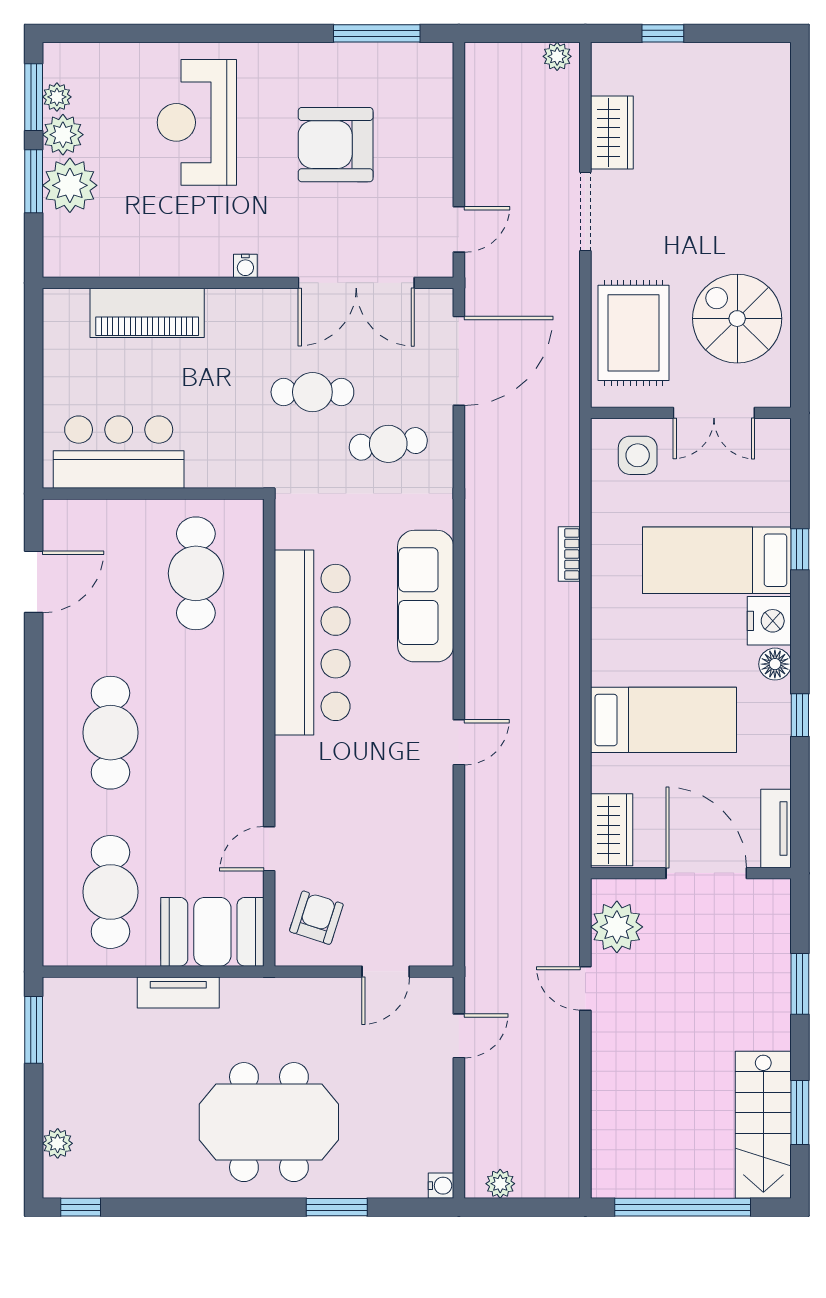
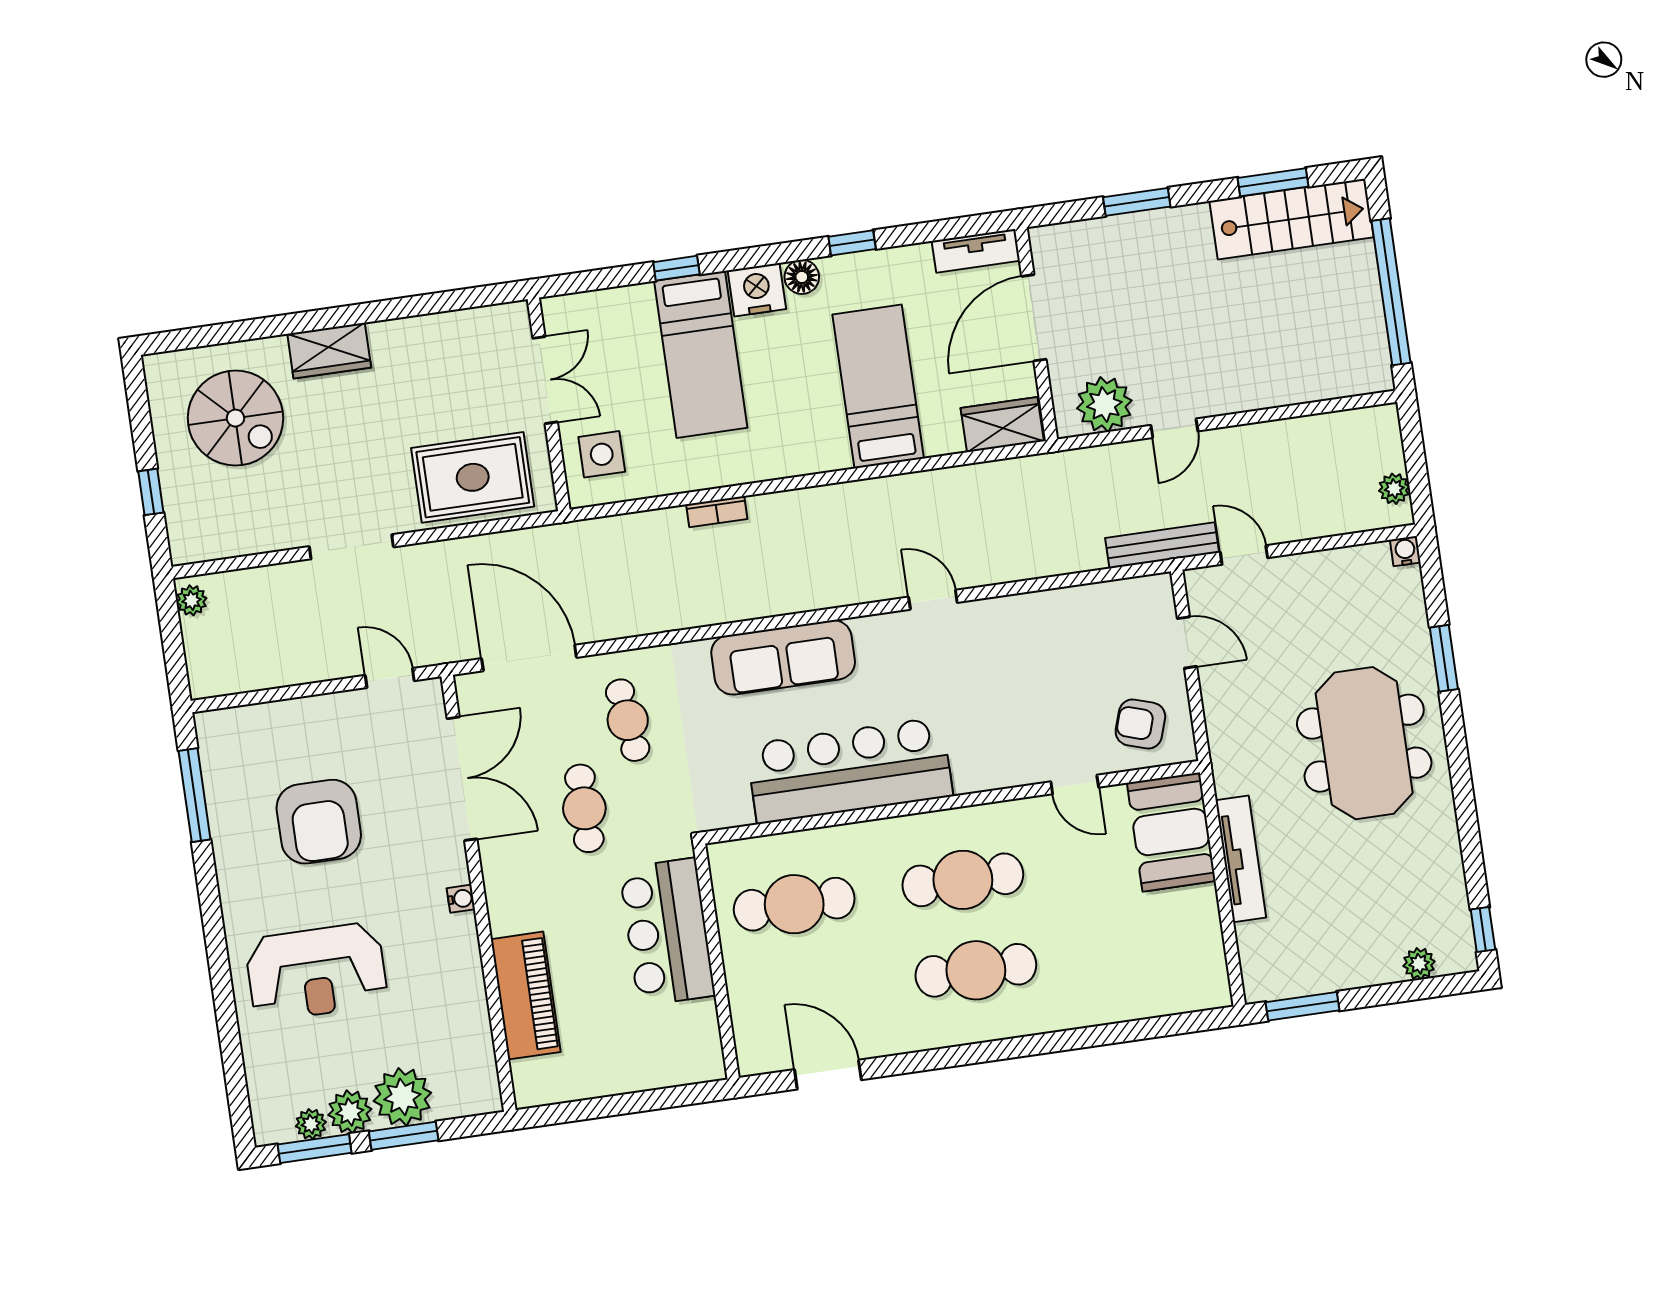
wardrobe: (612, 133) -> (329, 351), moved, turned 180
spiral stairs: (737, 319) -> (235, 418), moved, turned -90
bar counter: (119, 452) -> (667, 932), moved
cafe table: (110, 892) -> (963, 880), moved
bench: (479, 962) -> (1162, 545), added
tv unit: (178, 993) -> (1241, 859), width x1.41

